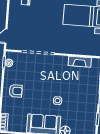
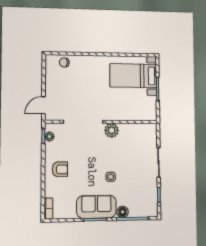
plant: (61, 62) -> (112, 130), added
fireplace: (80, 62) -> (133, 129), removed

